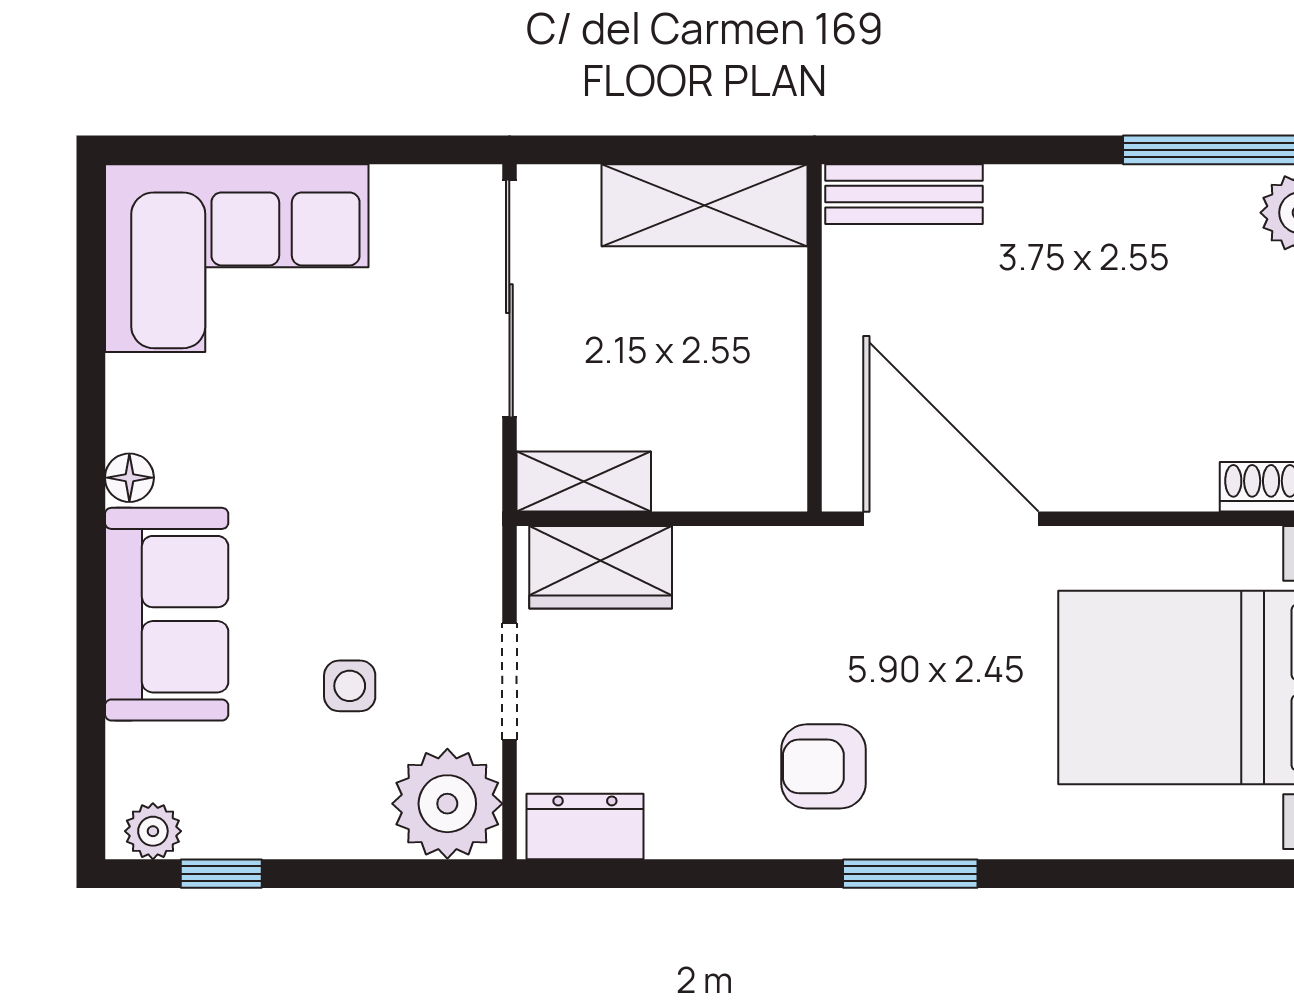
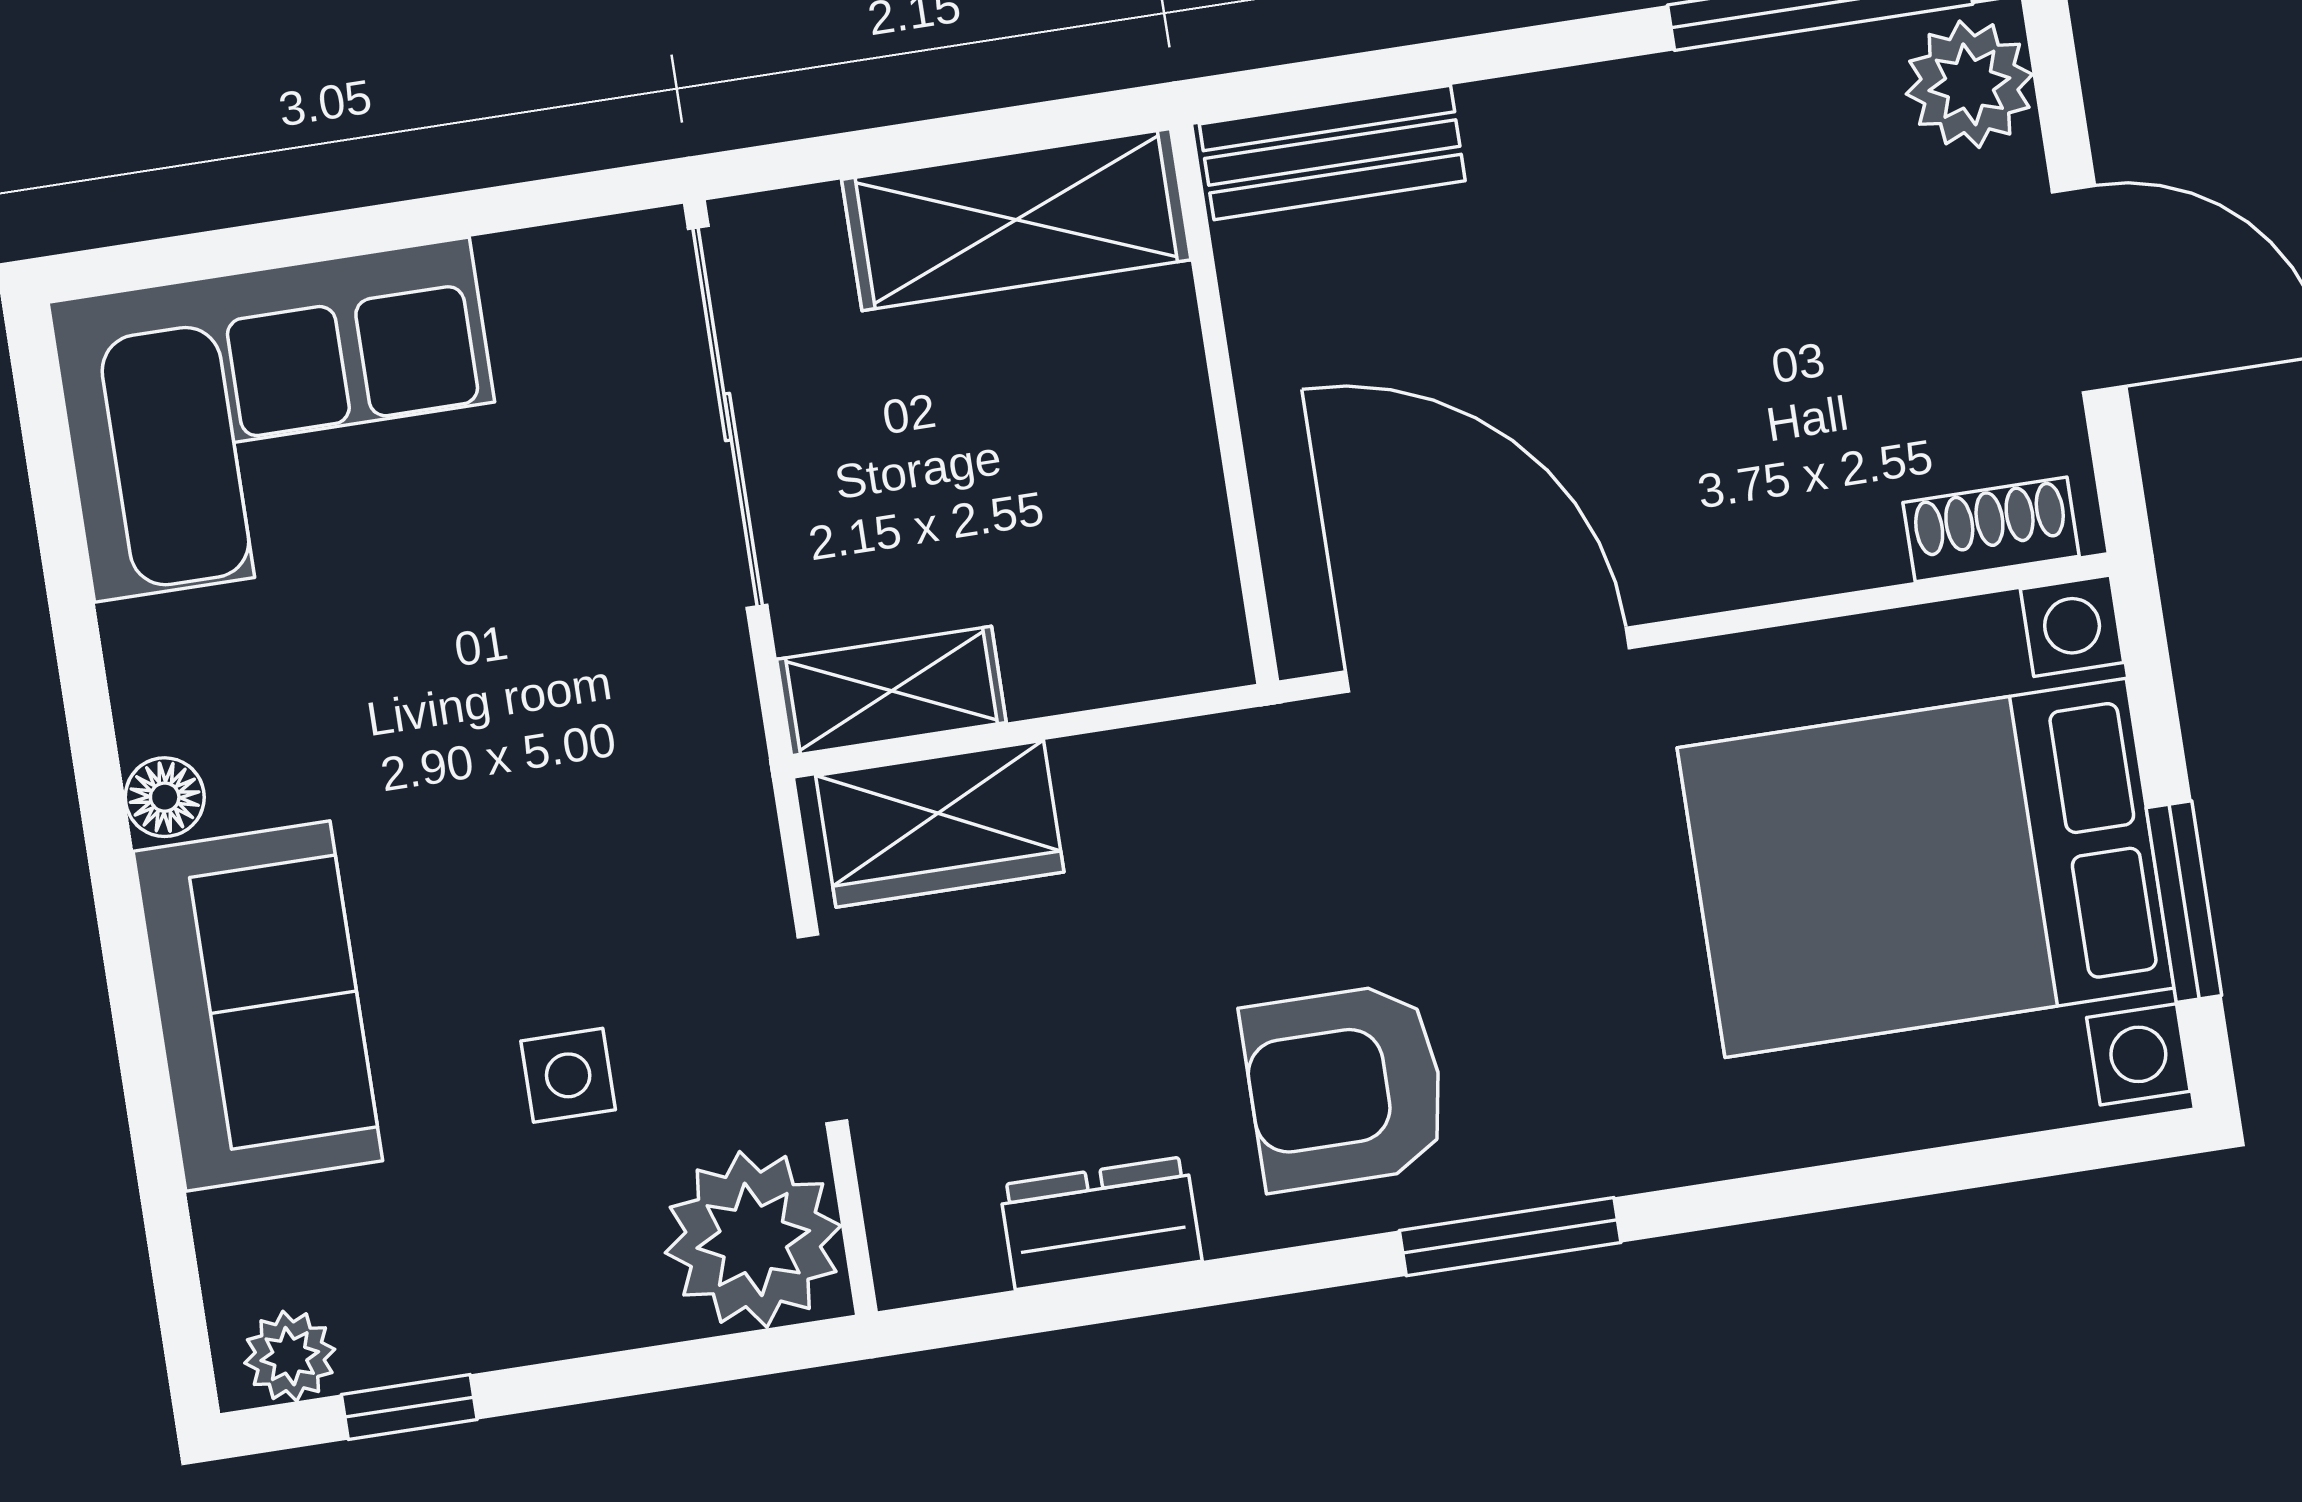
armchair: (823, 766) -> (1345, 1087), width x1.38, depth x1.38
dresser: (585, 827) -> (1101, 1223), moved

